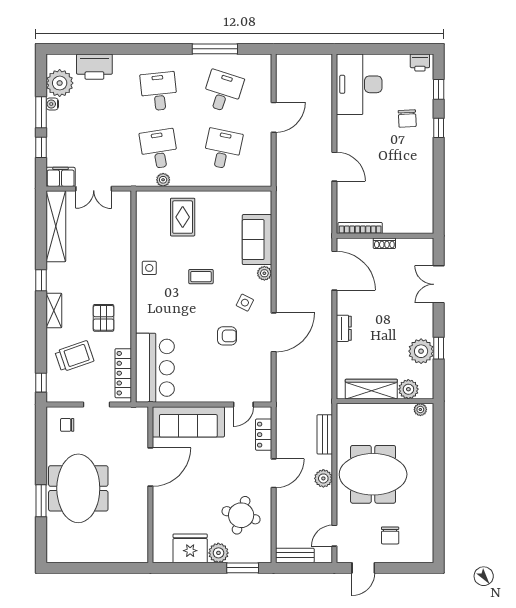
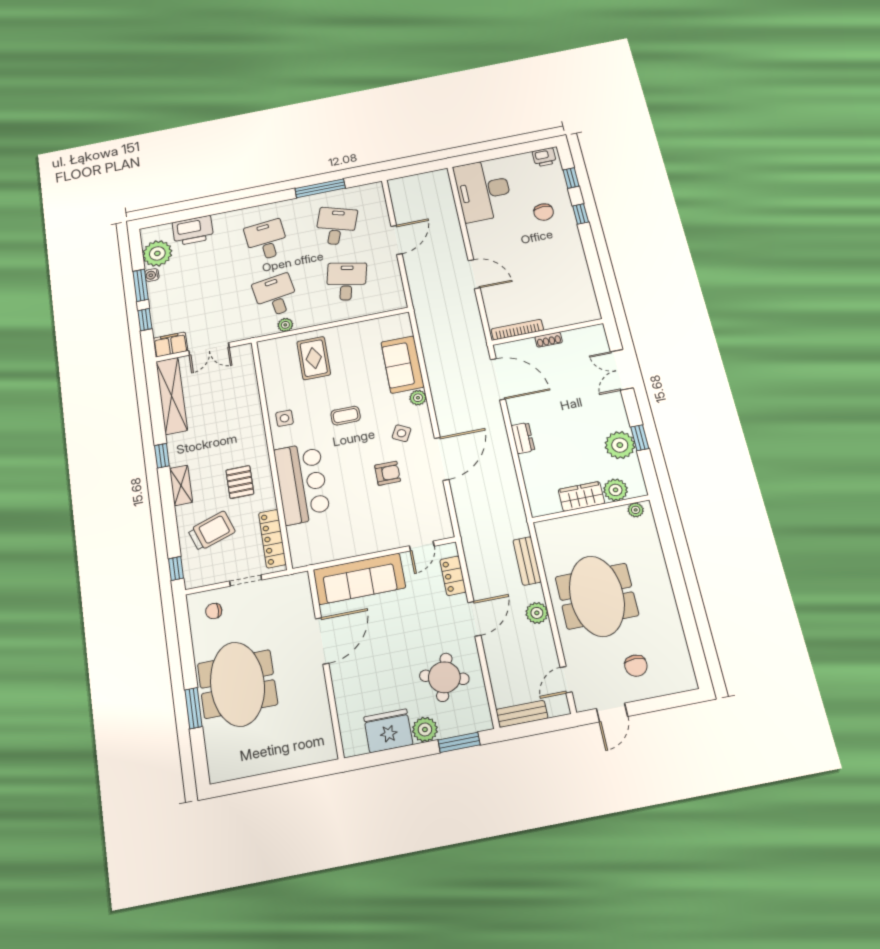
bar counter: (155, 368) -> (302, 483), moved
wardrobe: (371, 389) -> (581, 496), width x0.67
meeting table: (373, 474) -> (597, 596), turned 90

